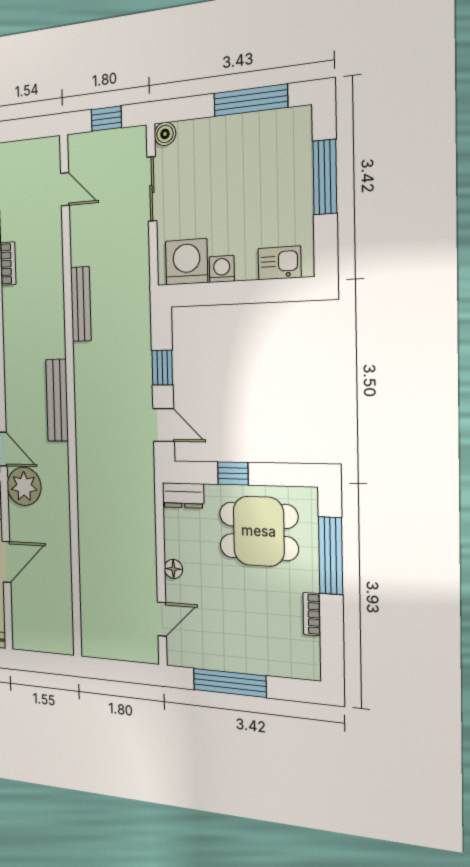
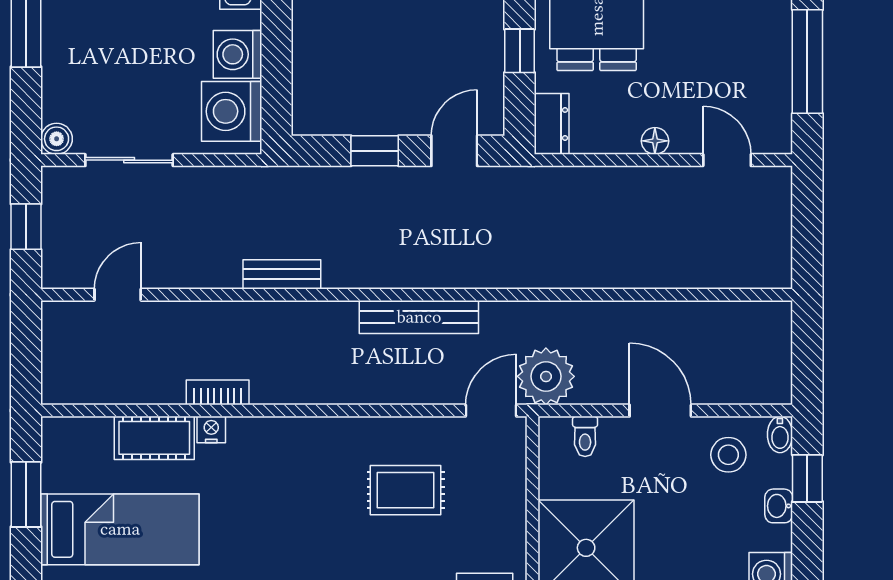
washing machine: (222, 269) -> (237, 54), width x1.38, depth x1.38
bench: (81, 304) -> (282, 274), width x0.73

